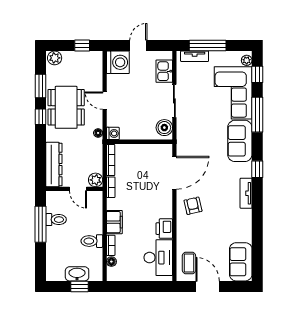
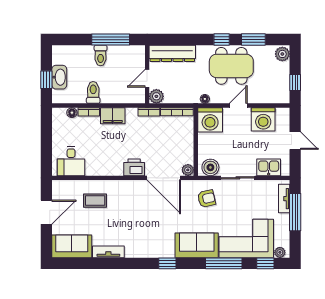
washing machine: (118, 62) -> (263, 119), moved
washing machine: (113, 133) -> (210, 120), width x1.89, depth x1.89
plant: (167, 149) -> (188, 170), added
tv unit: (246, 193) -> (108, 252), moved
armchair: (193, 206) -> (207, 199), moved
toilet: (56, 220) -> (101, 56), moved
printer: (164, 229) -> (134, 167), moved
desk: (158, 258) -> (71, 161), width x0.73
coffee table: (189, 263) -> (95, 201), moved

